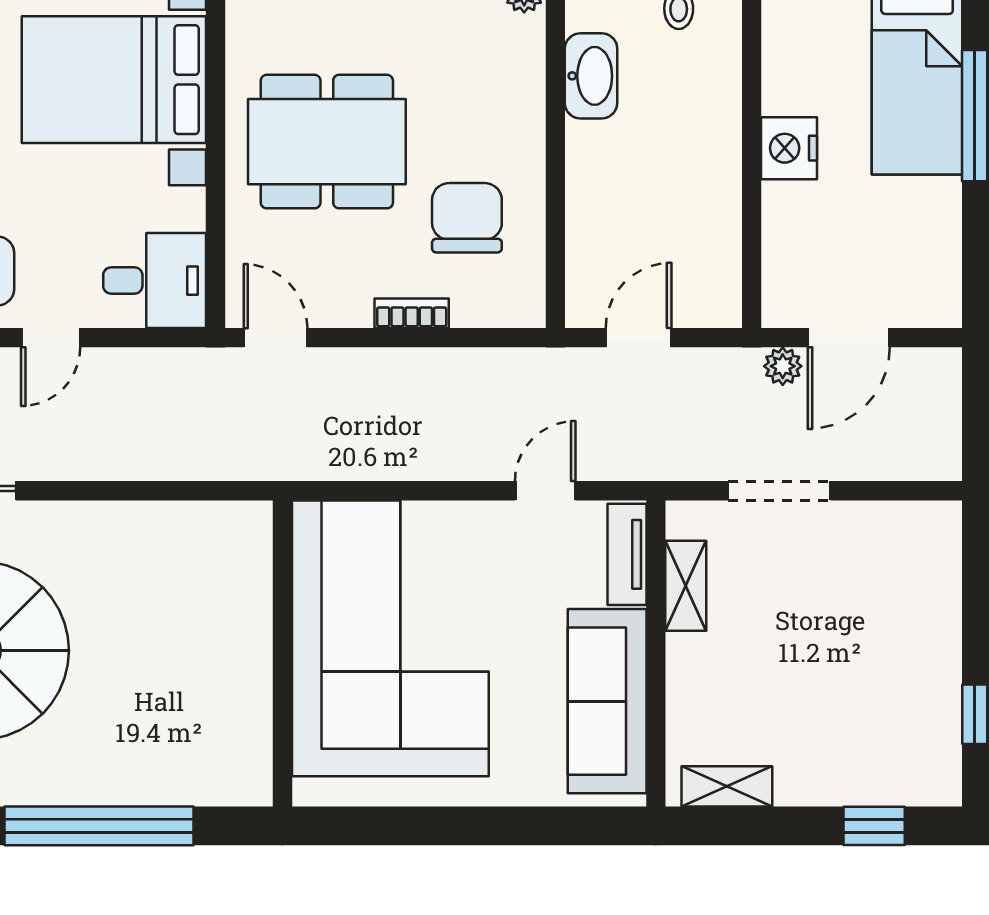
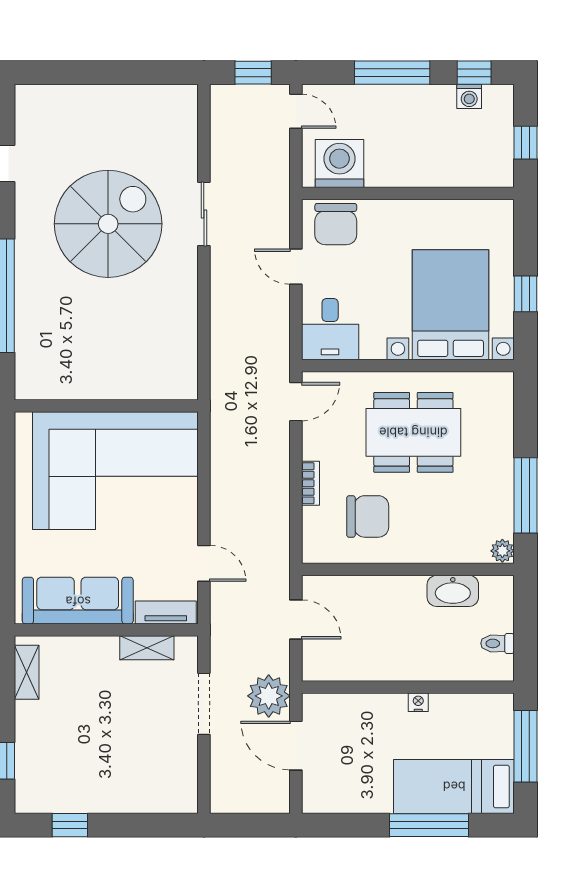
dining table: (327, 142) -> (413, 432), turned 90
nightstand: (789, 148) -> (418, 702), width x0.53, depth x0.56
plant: (783, 366) -> (269, 696), width x1.87, depth x1.87

